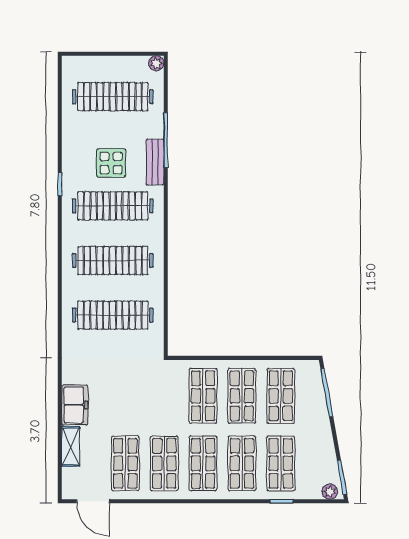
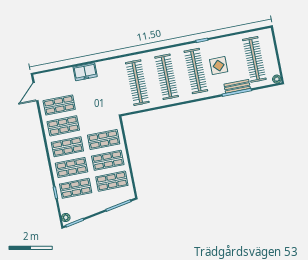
bench: (155, 162) -> (237, 86), moved
shelving: (71, 446) -> (62, 74), removed

